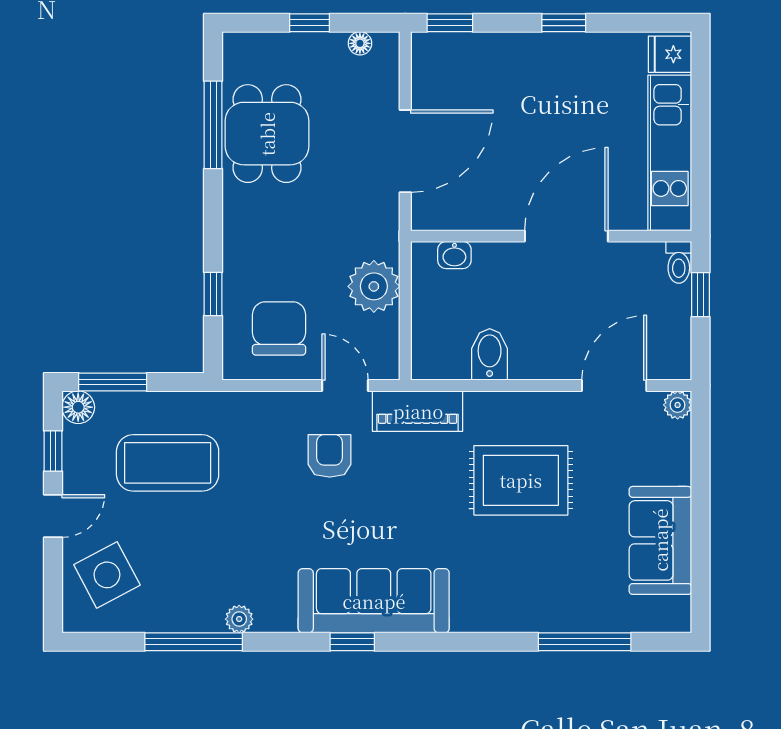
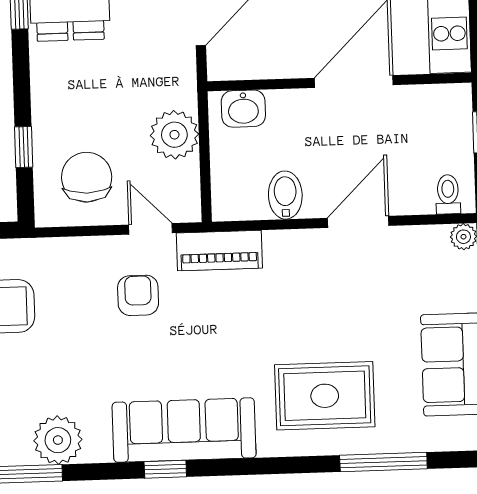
washbasin: (454, 255) -> (243, 109), width x1.38, depth x1.45
toilet: (679, 262) -> (448, 194), moved, turned 180
door: (614, 386) -> (358, 222), moved
rug: (521, 480) -> (325, 396), moved
plant: (239, 619) -> (58, 440), width x1.88, depth x1.88

